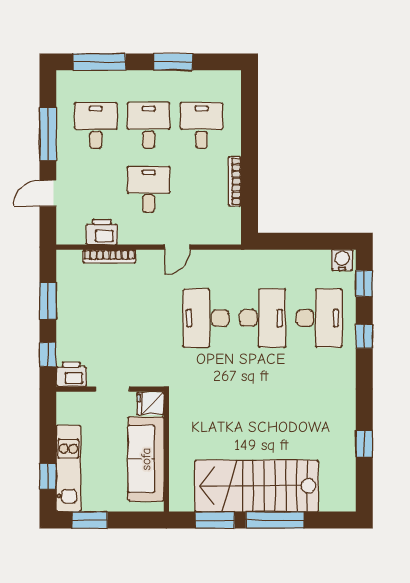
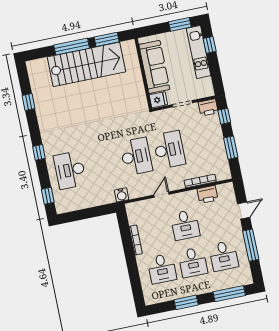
water cooler: (342, 260) -> (122, 195), moved
desk: (263, 318) -> (169, 150), moved, turned 180
window: (364, 336) -> (39, 152), moved

